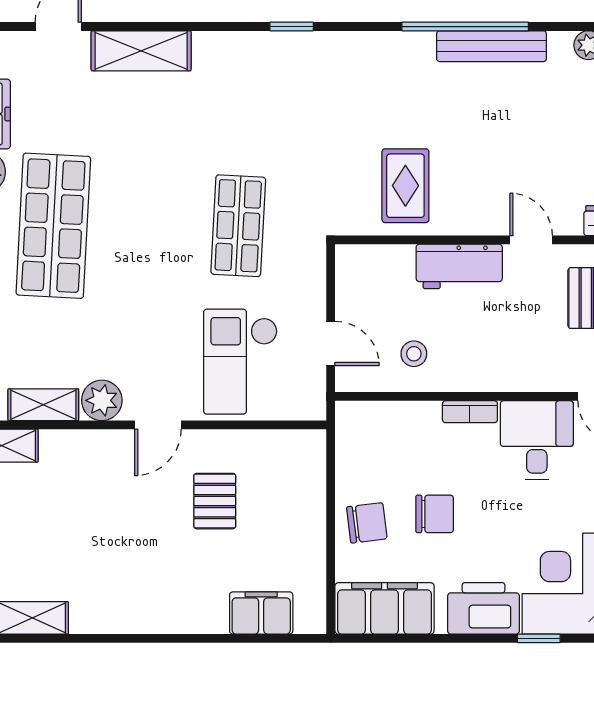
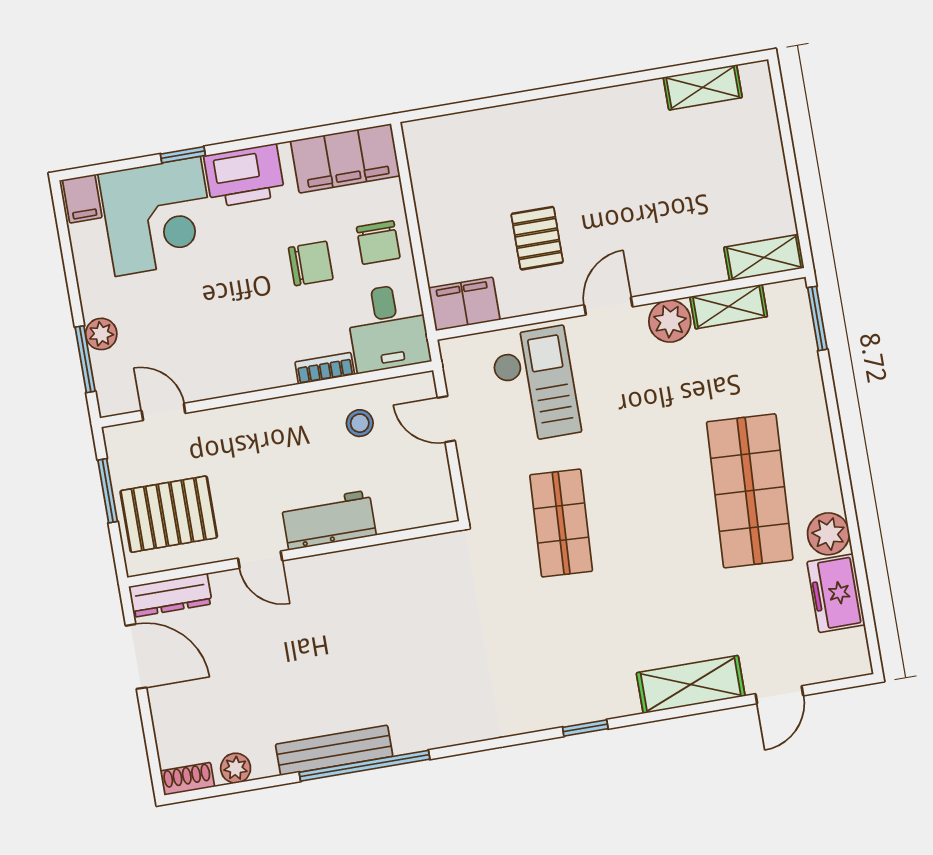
window: (292, 27) -> (585, 728), moved
rug: (405, 186) -> (398, 593), removed
bookcase: (470, 412) -> (325, 368), moved
desk: (537, 440) -> (388, 328), moved
chair: (435, 514) -> (311, 263), turned 180
chair: (367, 523) -> (378, 242), turned -83
filing cabinet: (261, 613) -> (464, 304), moved, turned 180

